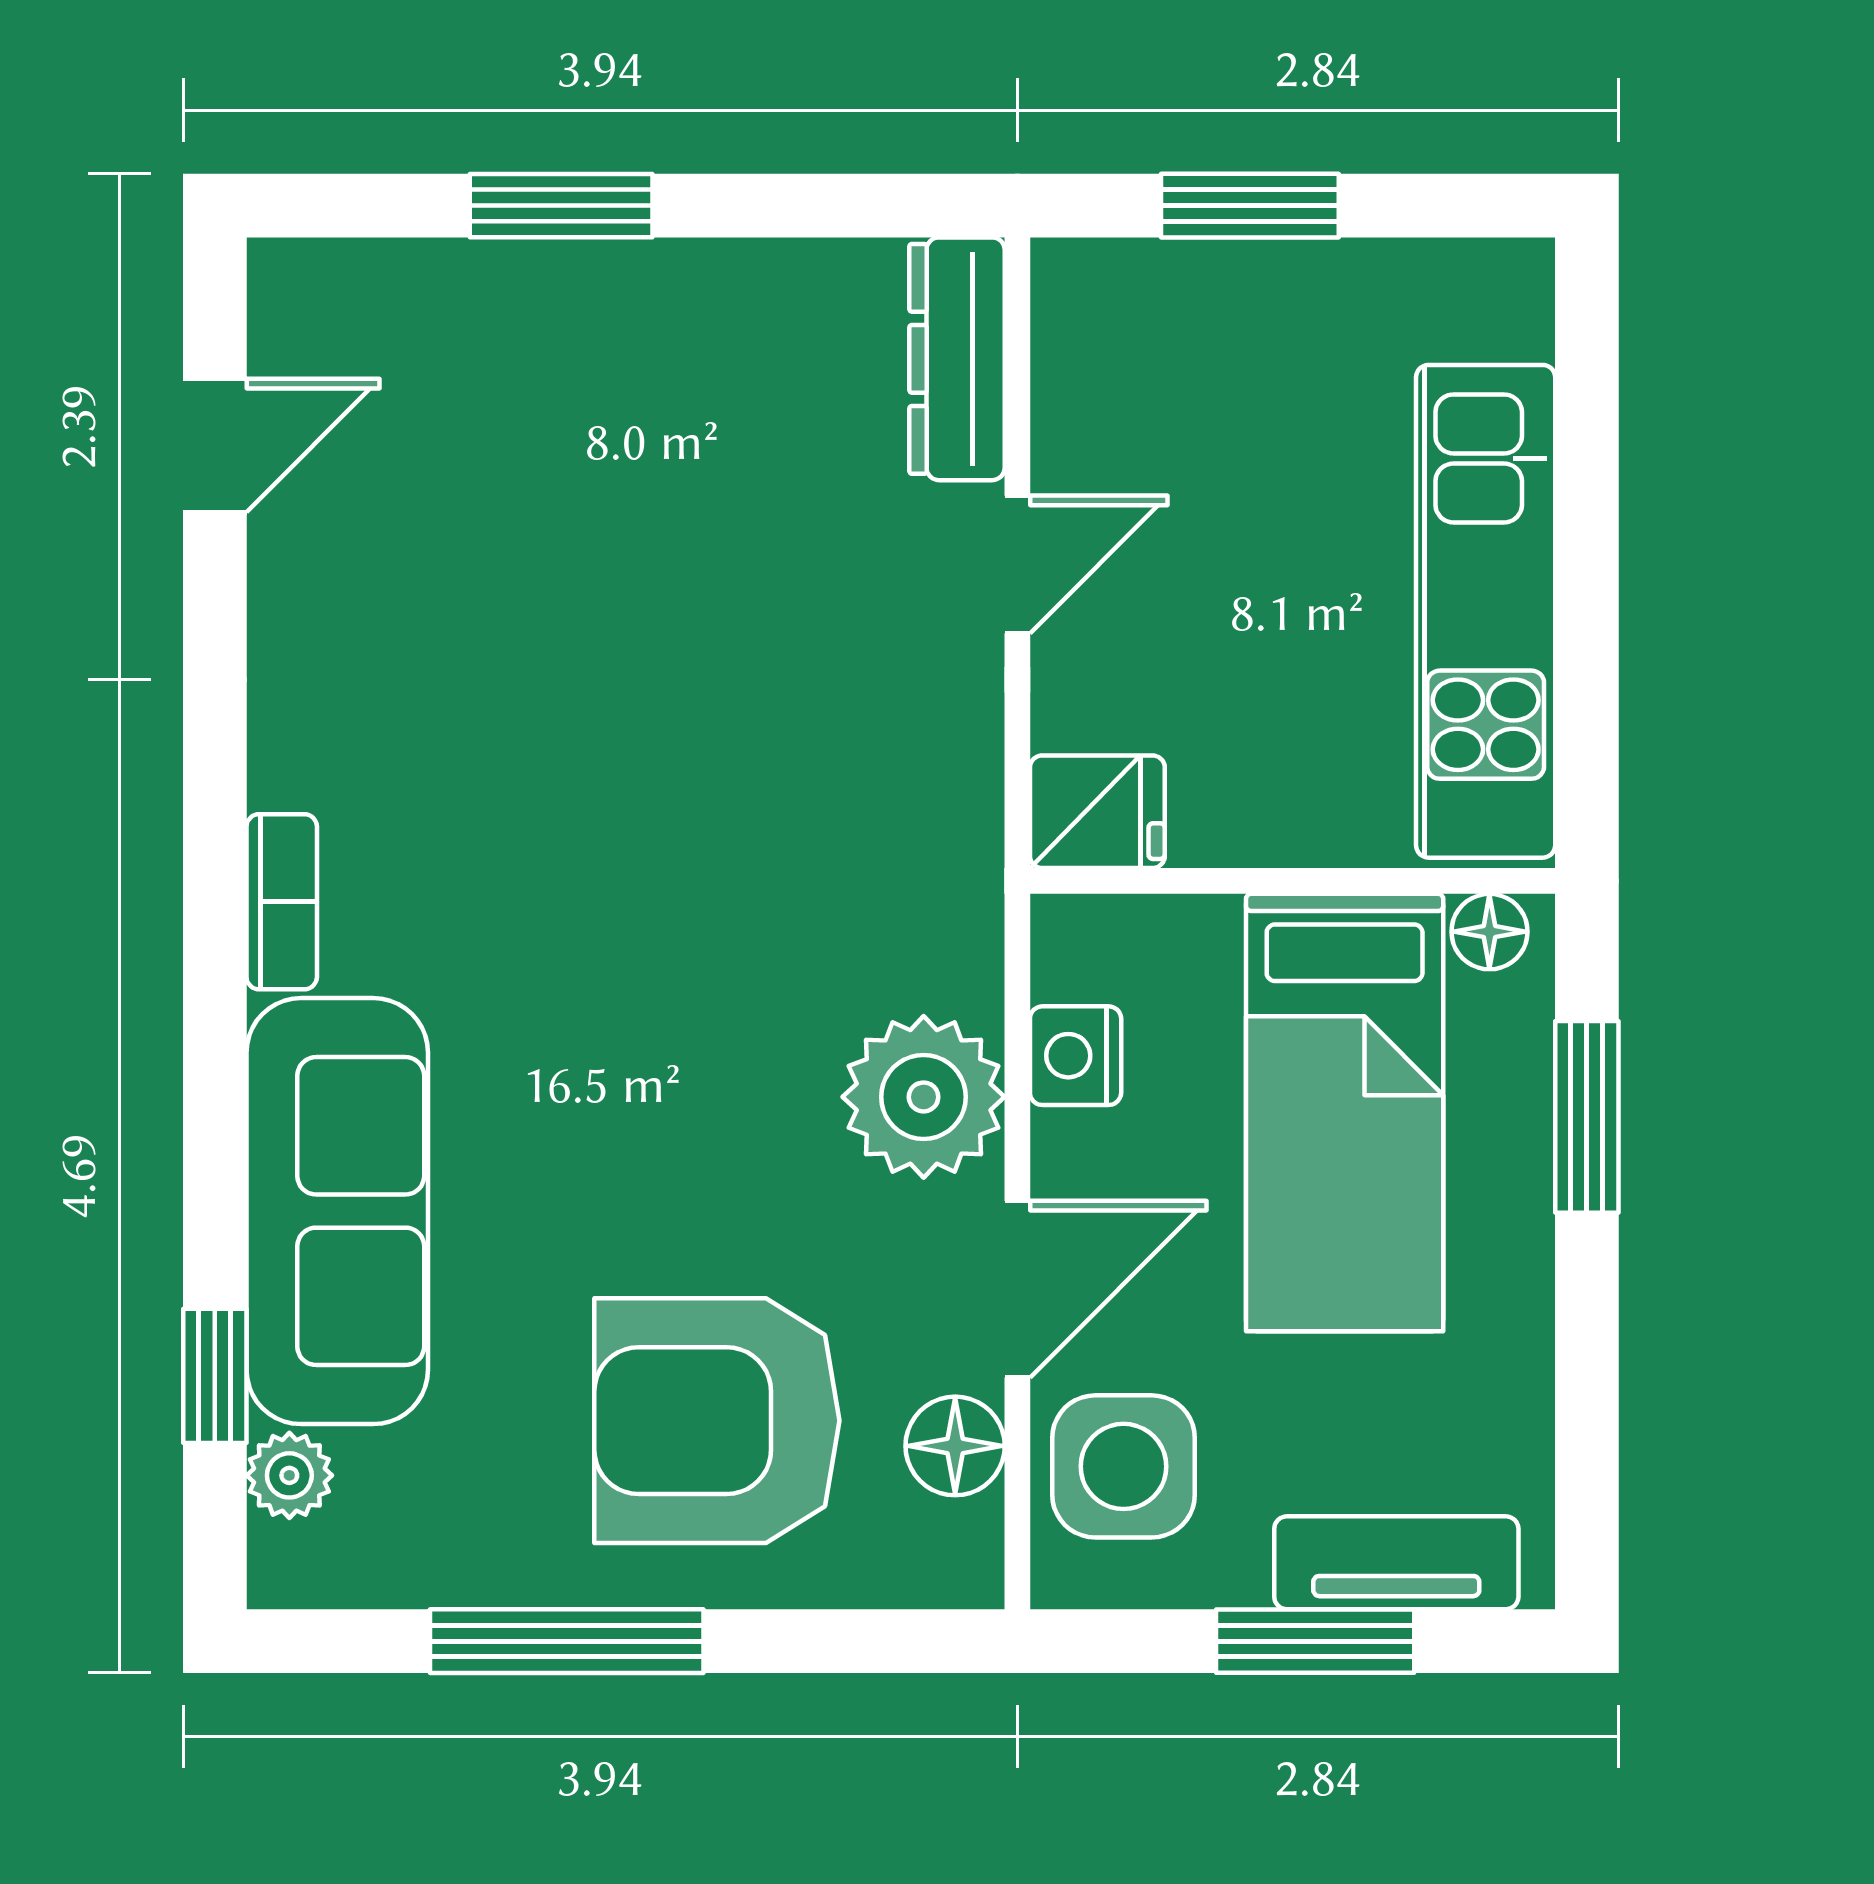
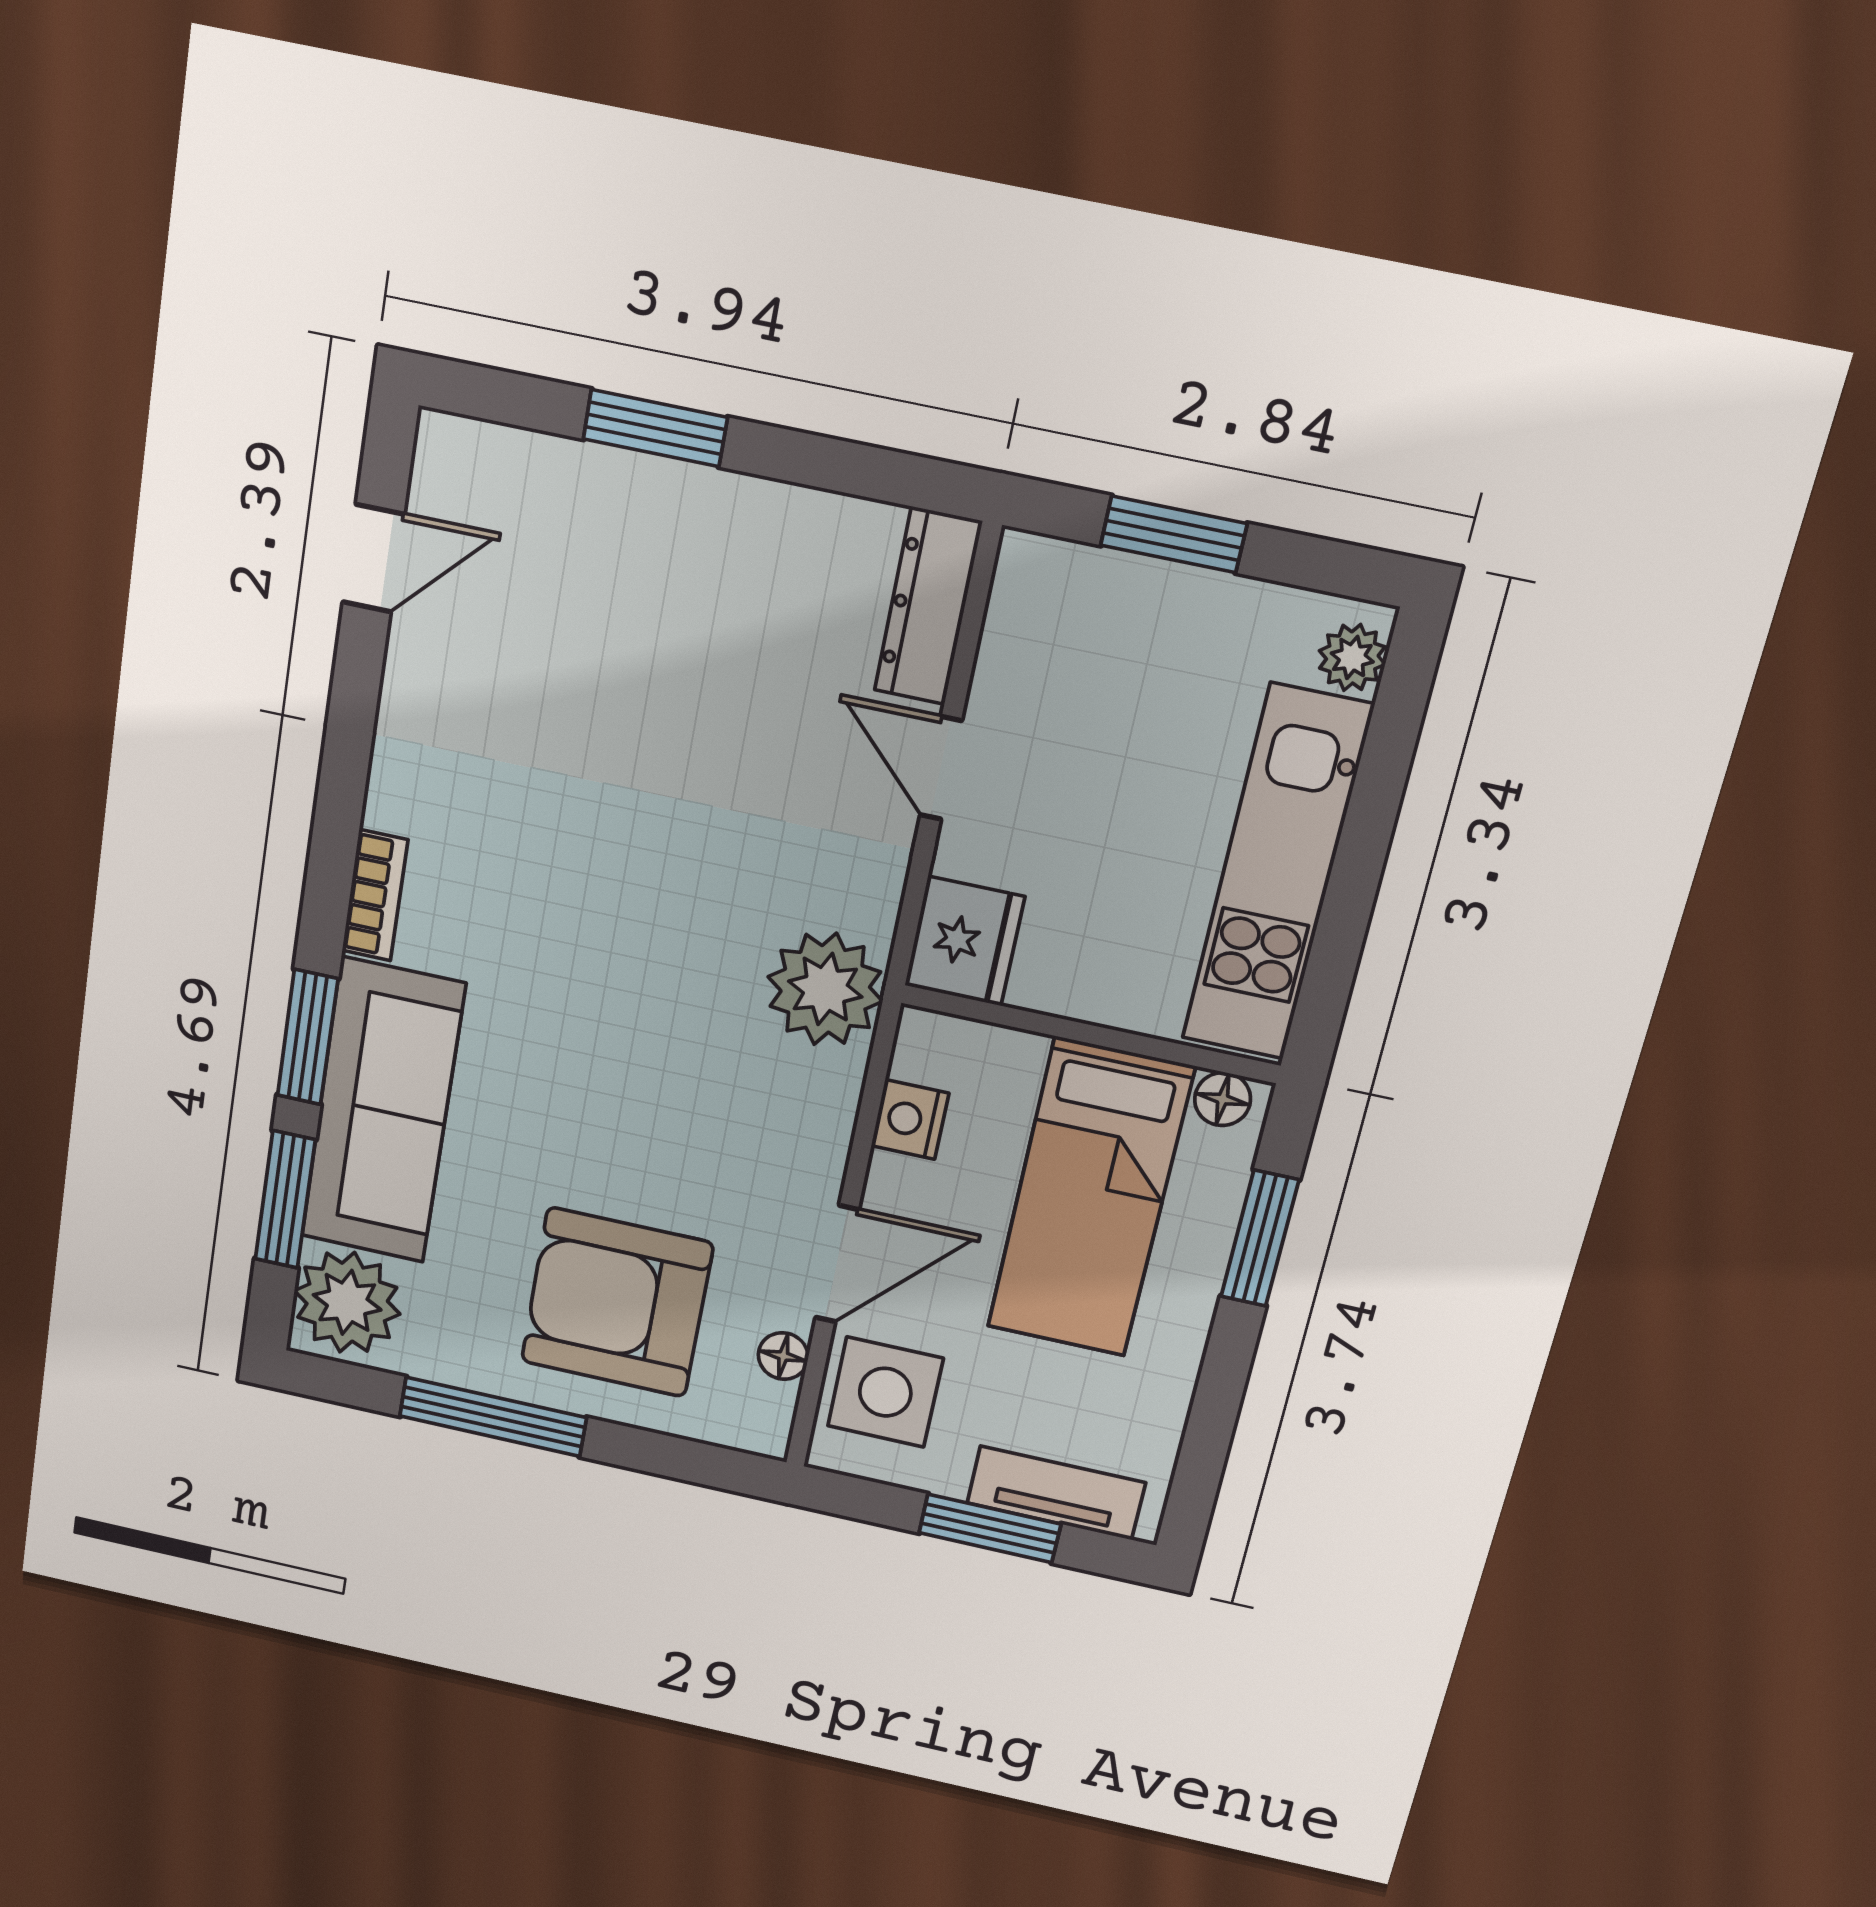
plant: (1512, 313) -> (1352, 657), added
door: (1017, 565) -> (941, 768), swing flipped
fridge: (1097, 812) -> (965, 941), width x1.38
plant: (924, 1097) -> (825, 989), moved
window: (215, 1126) -> (308, 1037), added
window: (215, 1376) -> (285, 1200), width x1.50
floor lamp: (955, 1446) -> (783, 1356), width x0.73, depth x0.73
plant: (289, 1475) -> (347, 1302), width x1.88, depth x1.88

